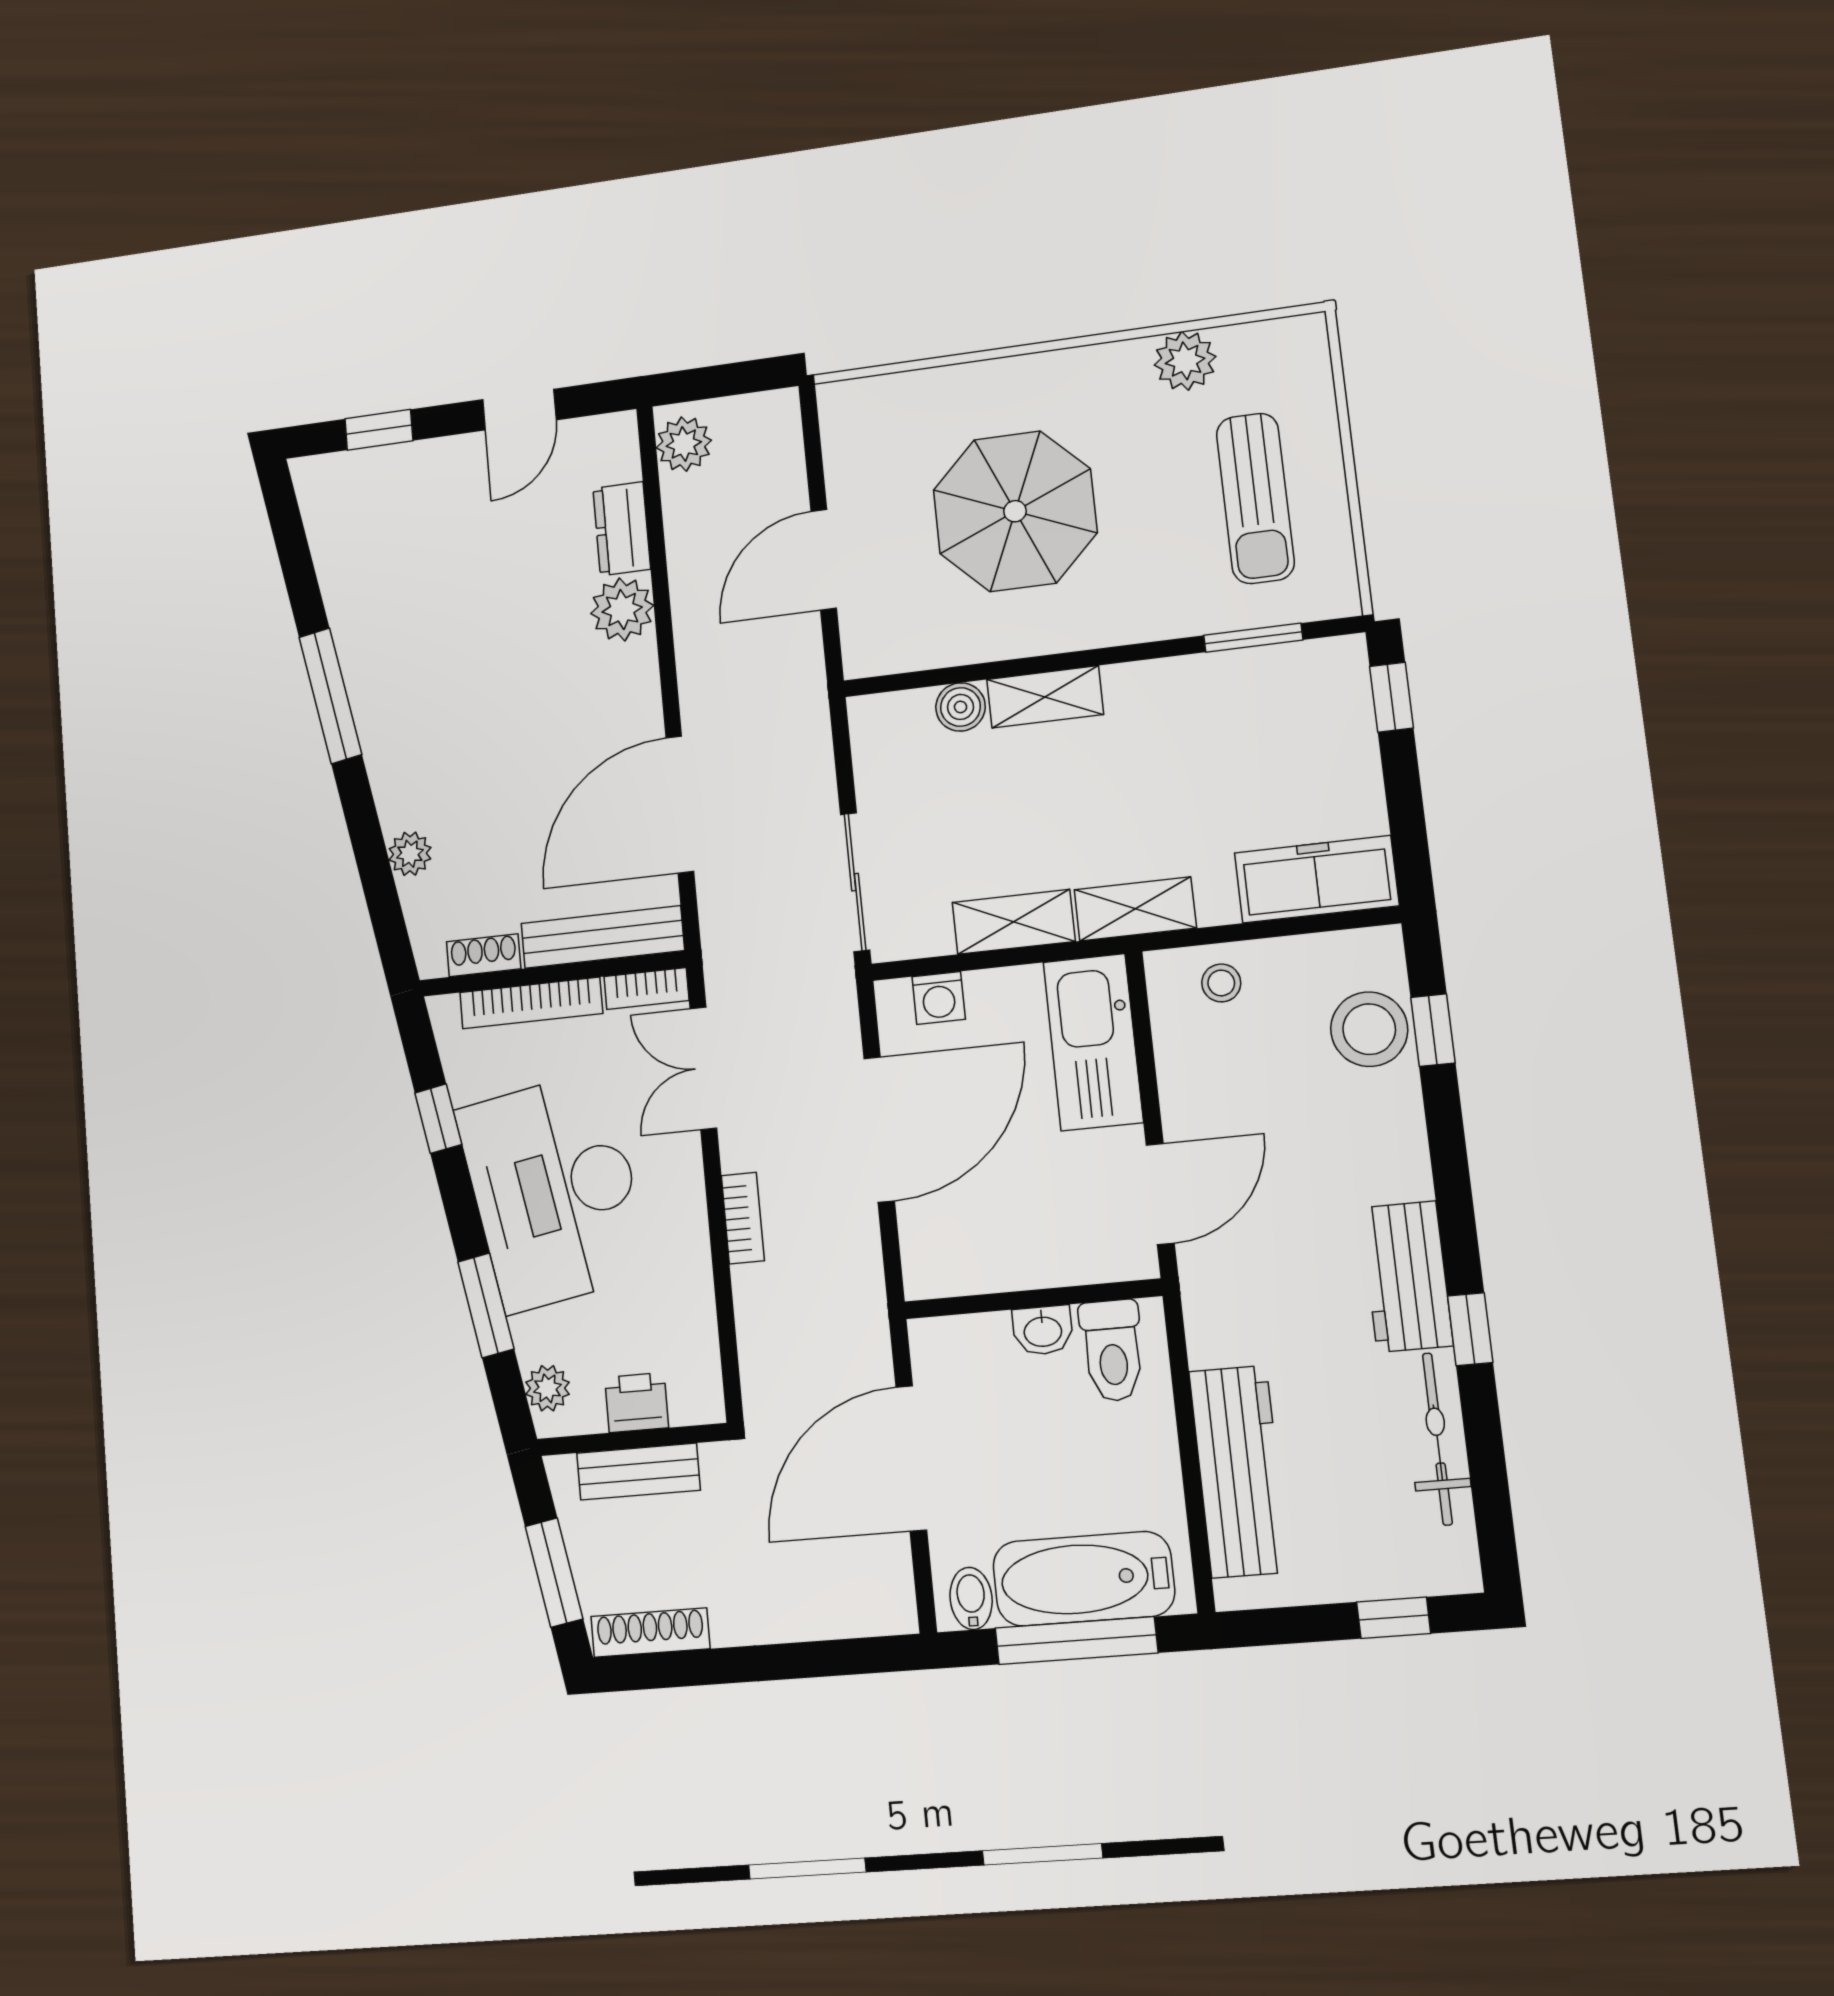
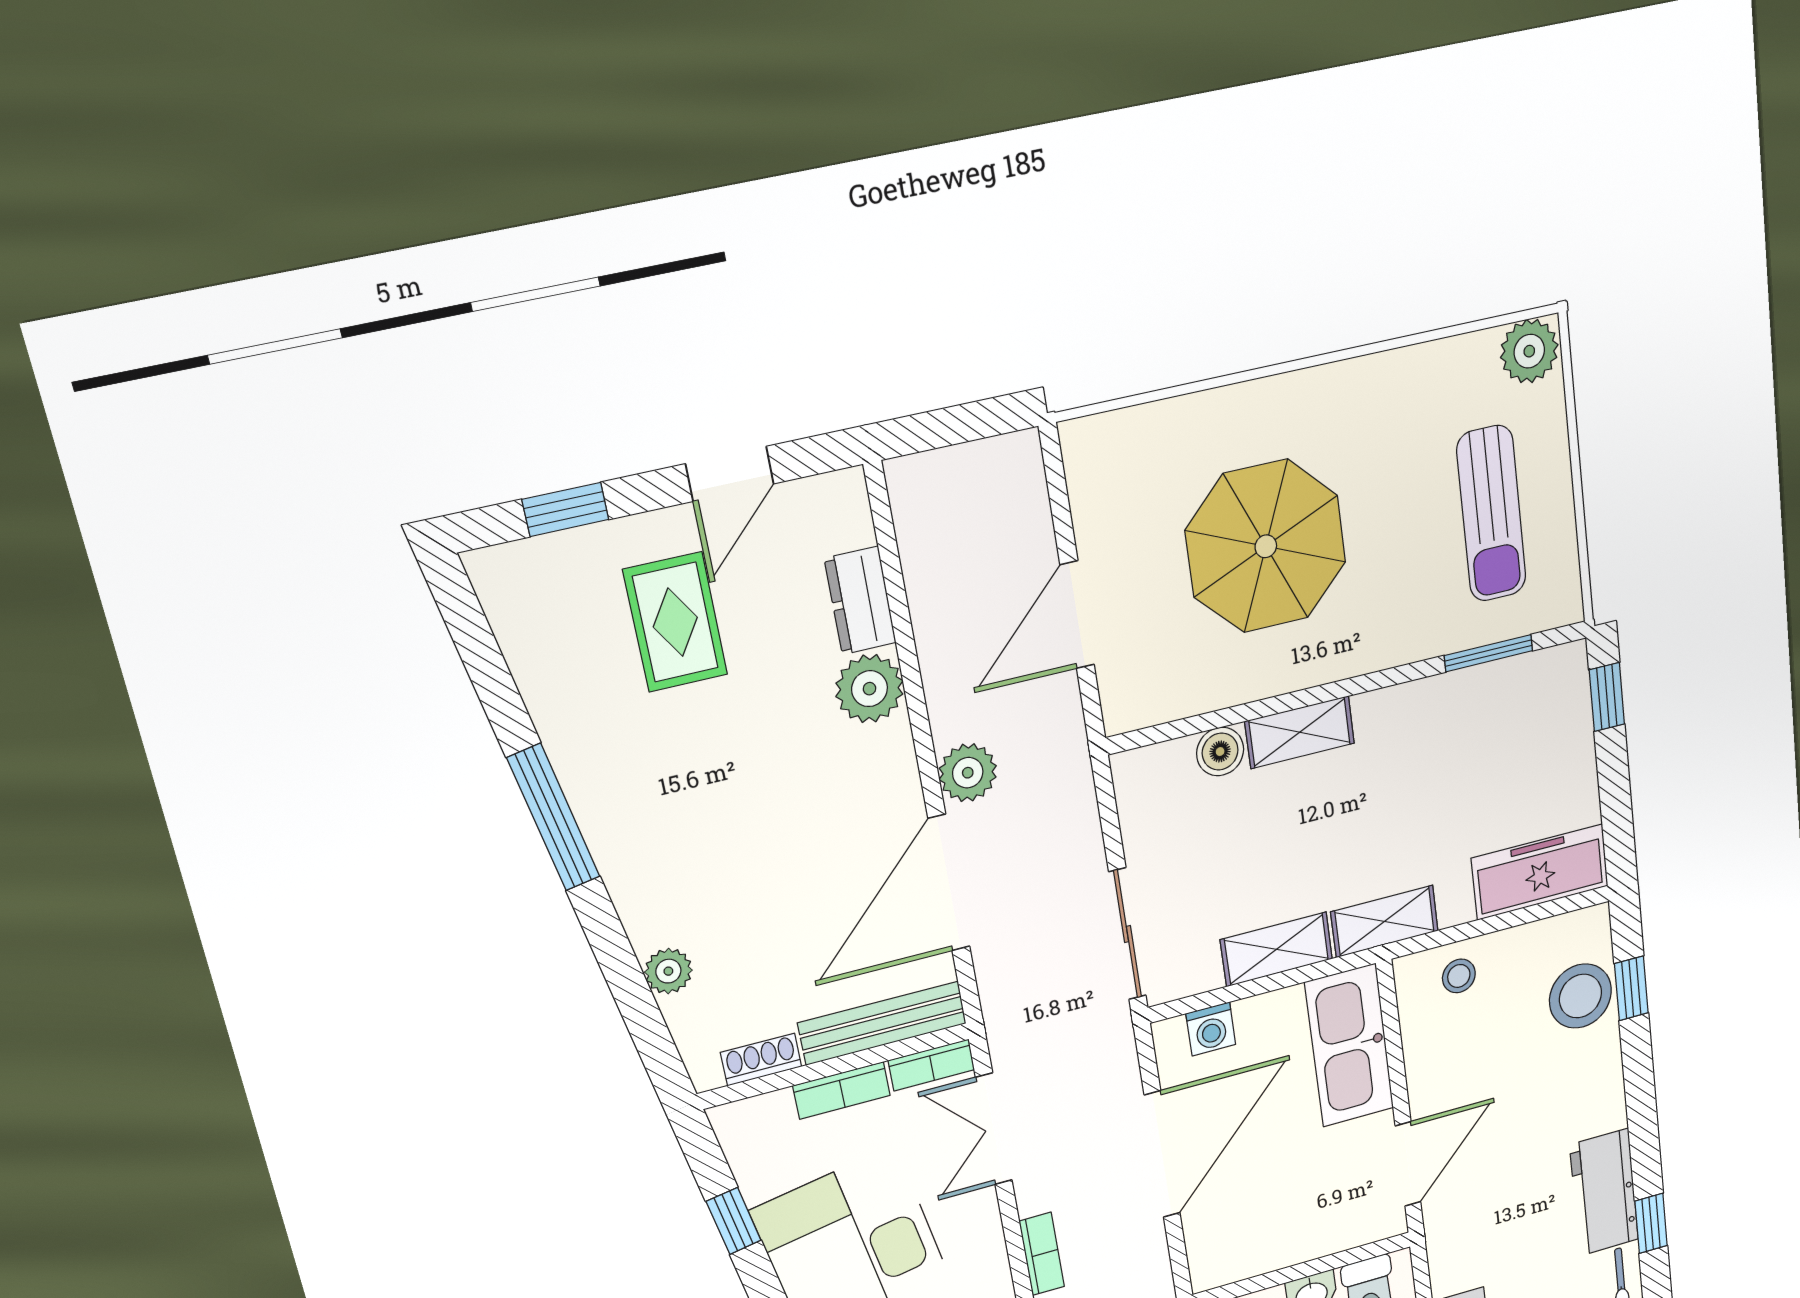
plant: (1185, 361) -> (1529, 351), moved
plant: (684, 444) -> (968, 773), moved
rug: (457, 533) -> (675, 622), added
bookcase: (531, 1003) -> (842, 1090), width x0.64

